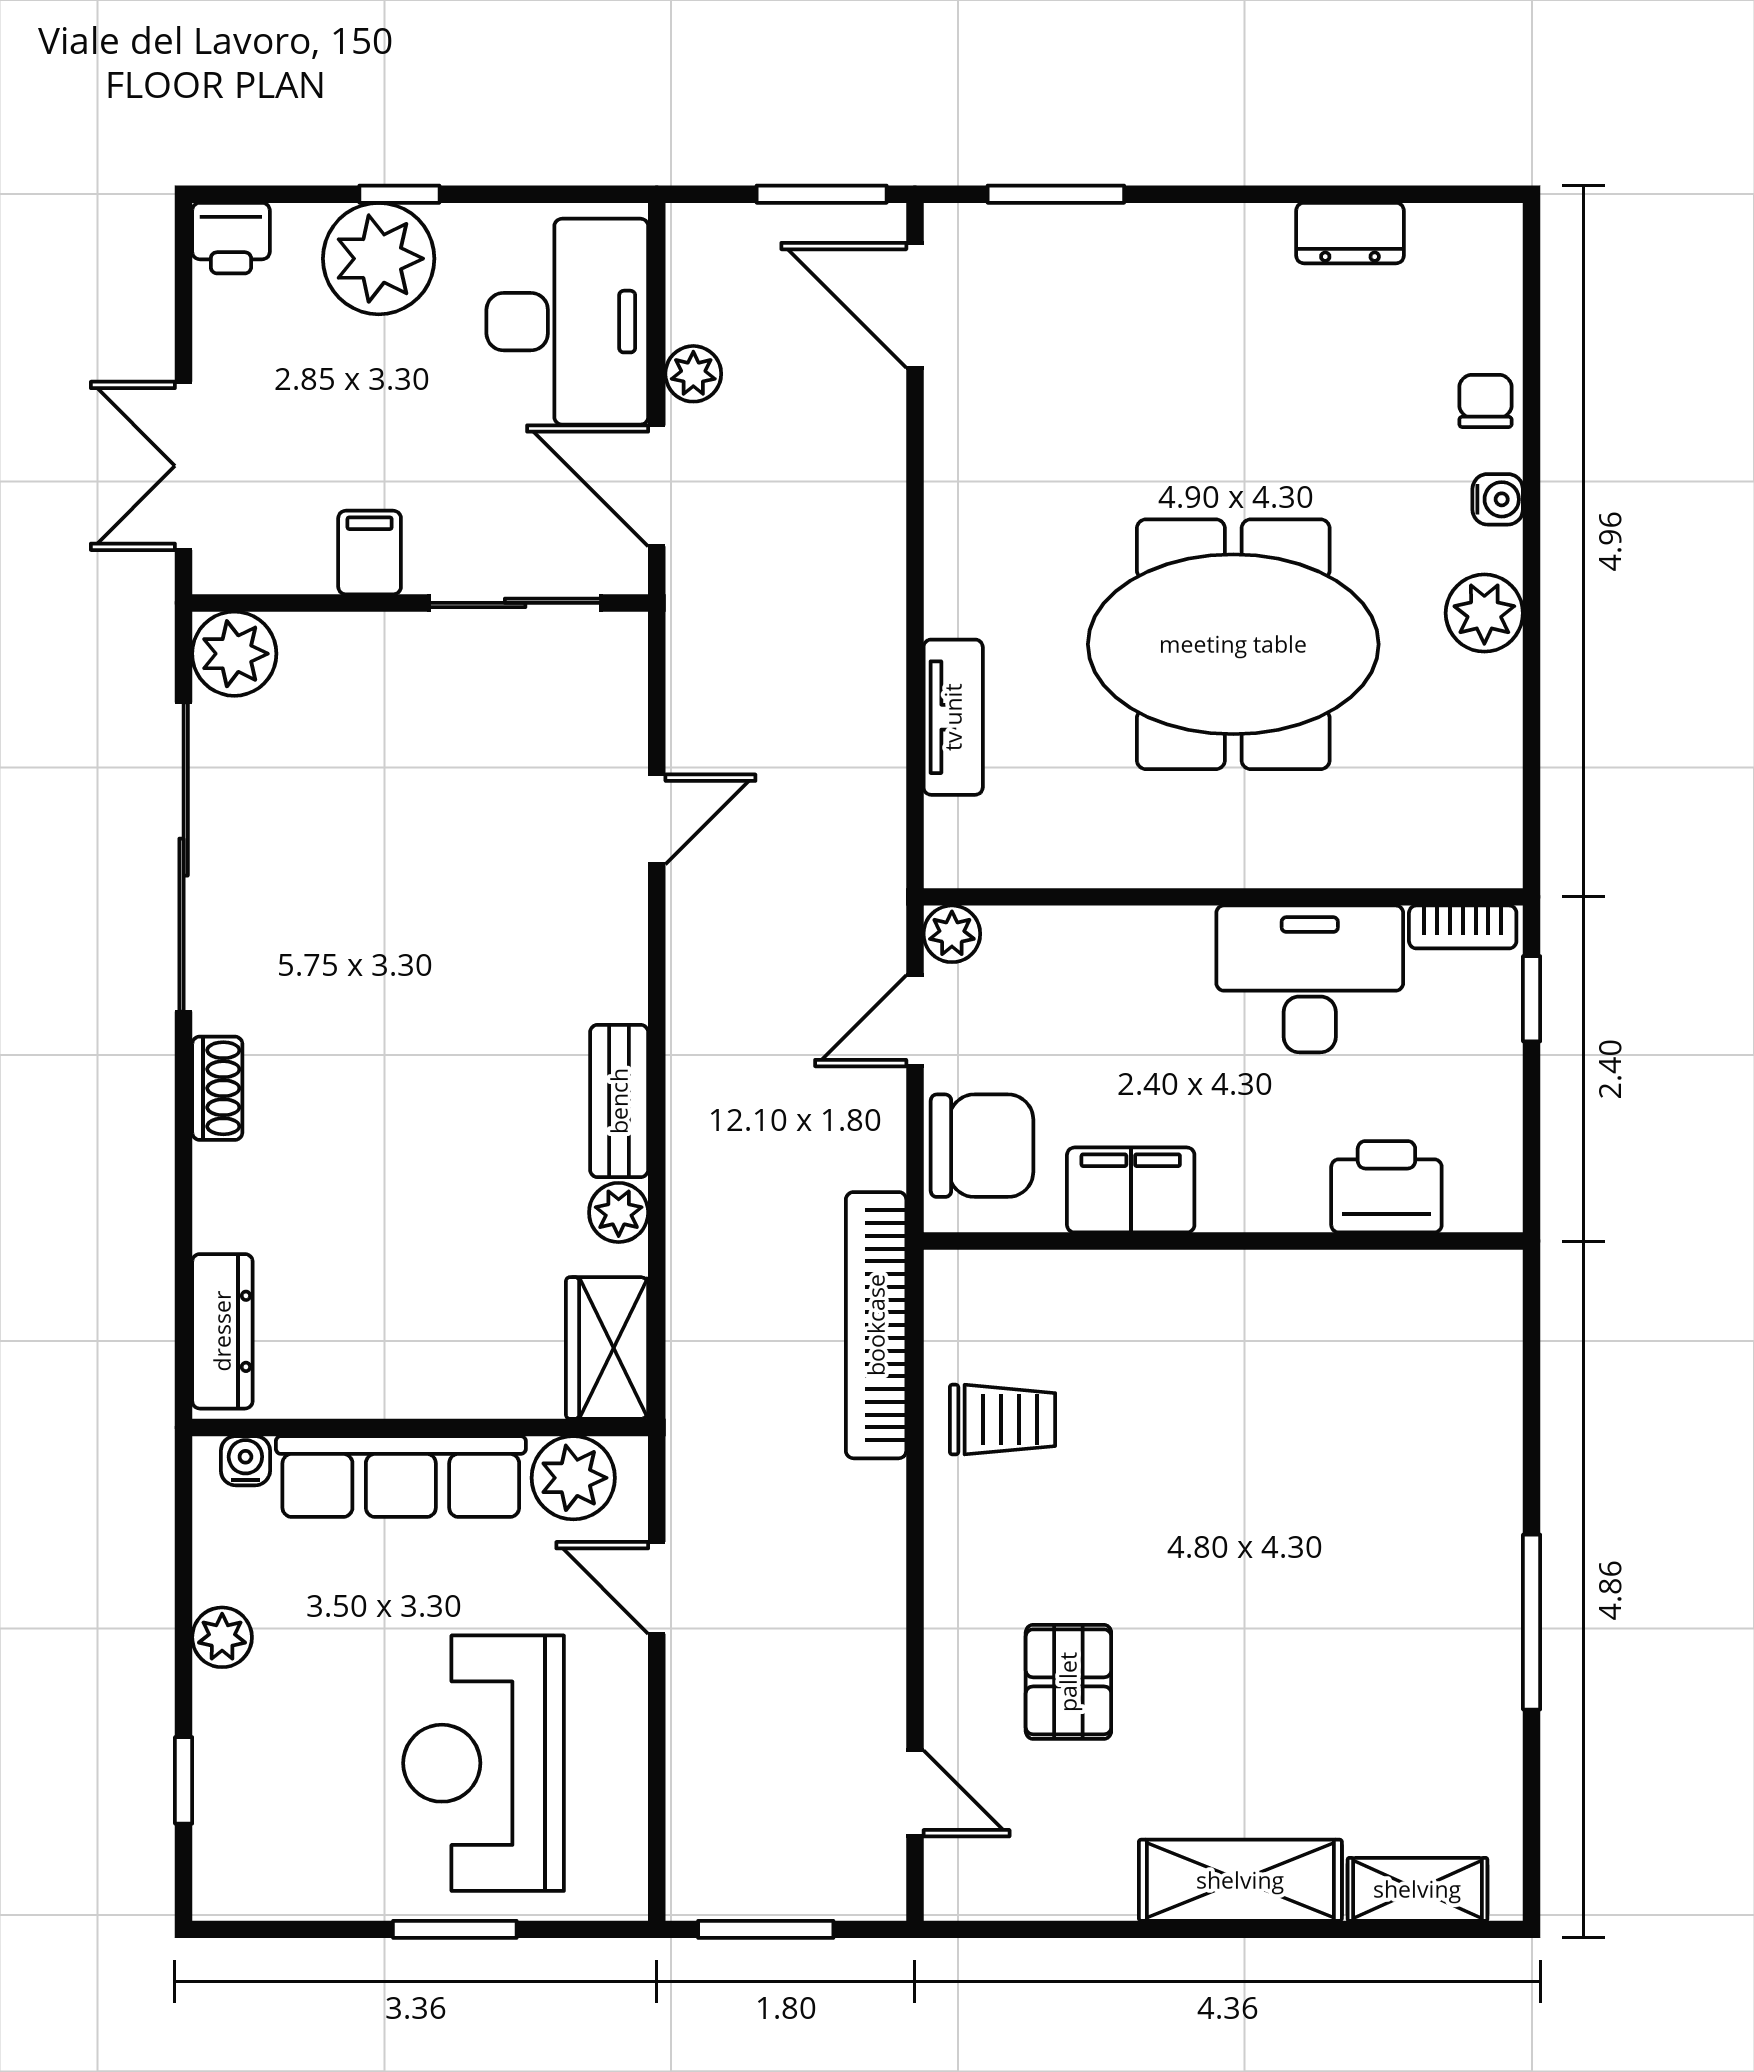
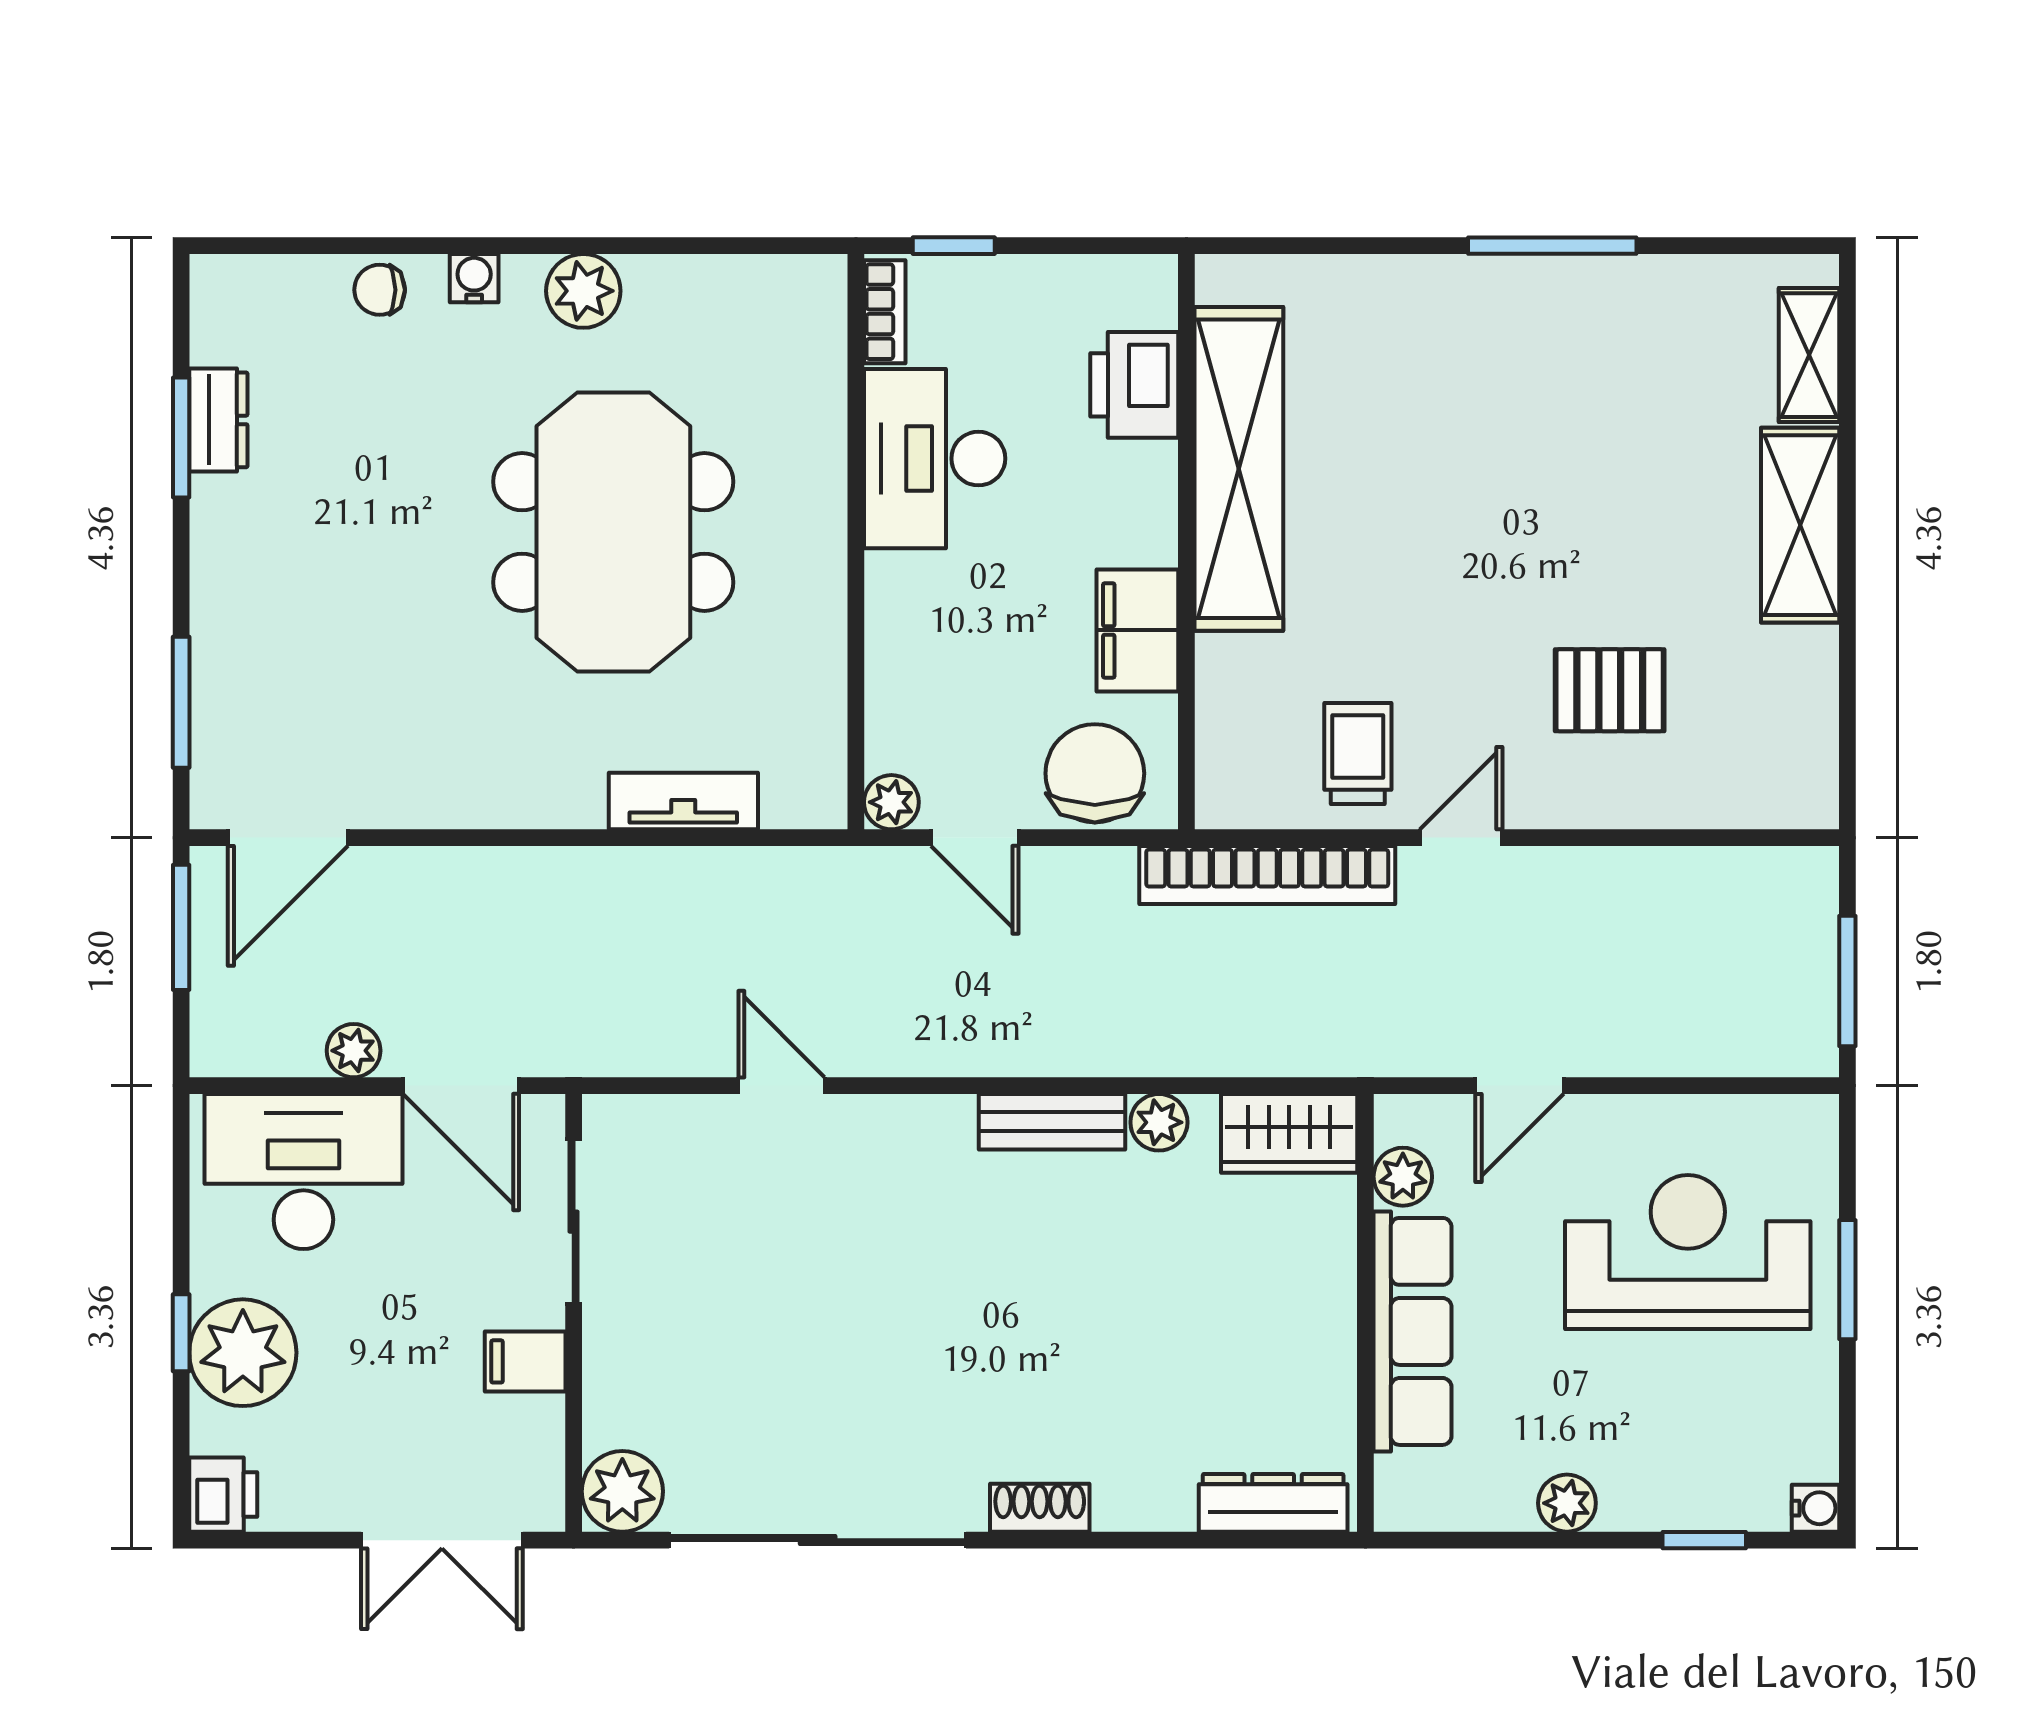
window: (1332, 194) -> (181, 437), added
door: (657, 486) -> (461, 1086), hinge flipped
shelving: (1299, 1296) -> (1239, 469), added
water cooler: (245, 1461) -> (1816, 1508), moved, turned 180
plant: (573, 1478) -> (1403, 1177), width x0.73, depth x0.73
reception desk: (484, 1763) -> (1688, 1252), turned 180
door: (915, 1793) -> (1461, 838), moved

